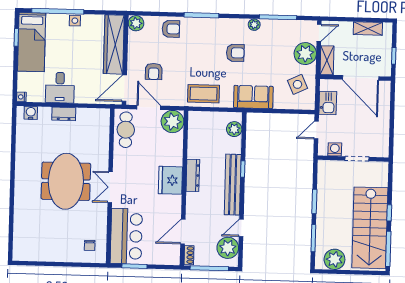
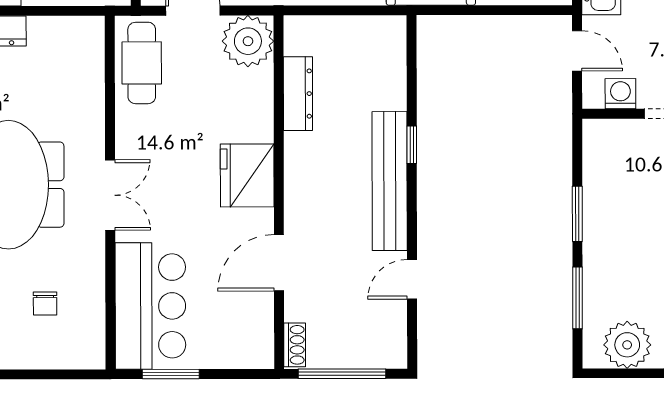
plant: (234, 129) -> (389, 54), removed
door: (316, 130) -> (577, 51), swing flipped
dresser: (193, 175) -> (298, 94), moved
double door: (110, 187) -> (110, 195), swing flipped
door: (183, 232) -> (279, 263), moved
chair: (90, 245) -> (45, 304), moved
plant: (228, 248) -> (383, 326), removed

